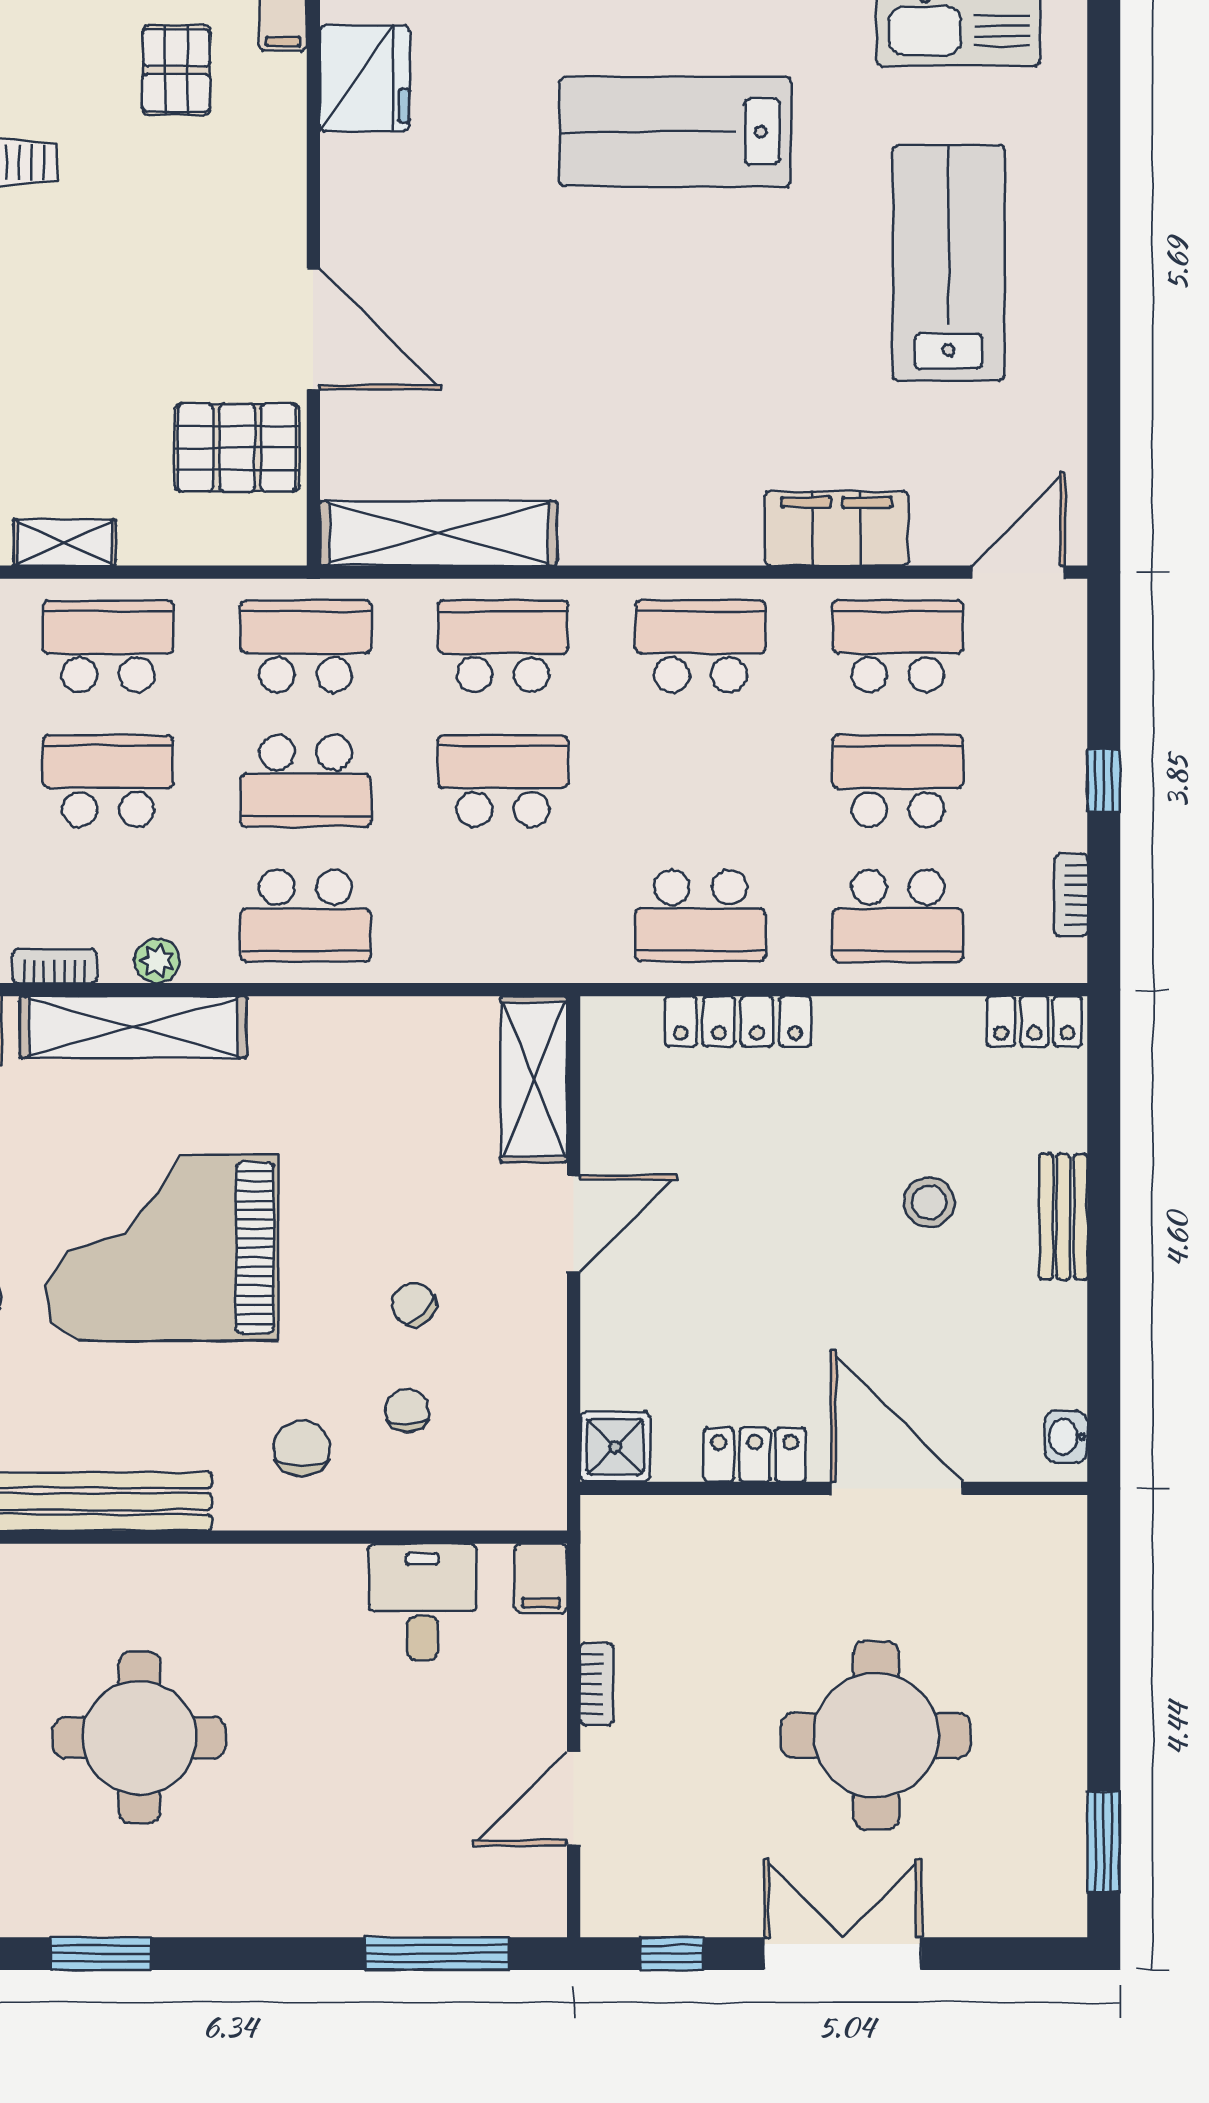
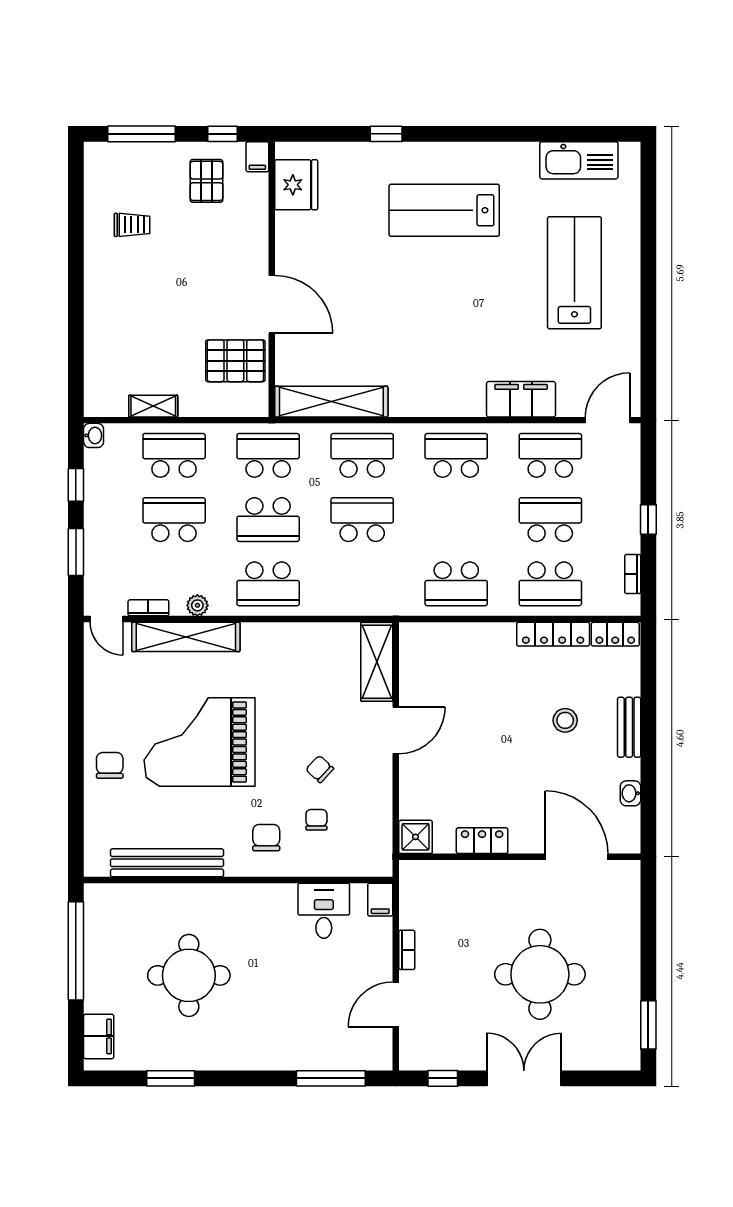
locker: (738, 1021) -> (553, 634), moved
washbasin: (1066, 1437) -> (630, 793), moved
door: (897, 1488) -> (577, 857), moved

